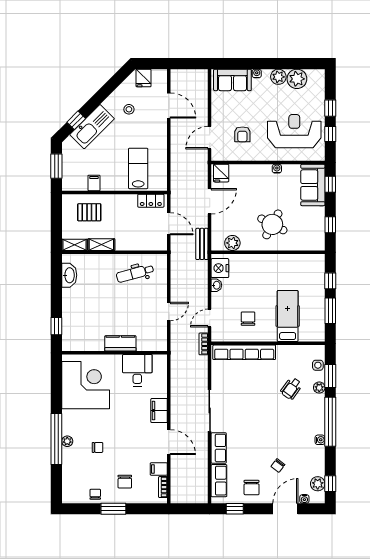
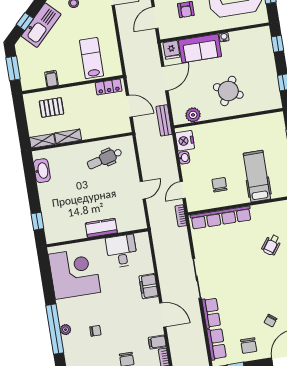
sofa: (313, 185) -> (200, 48), moved, turned -90

